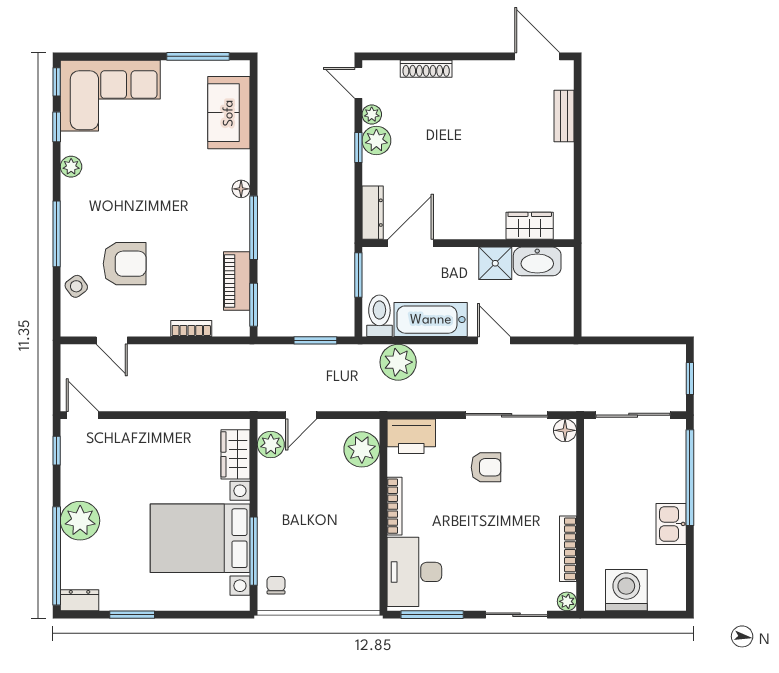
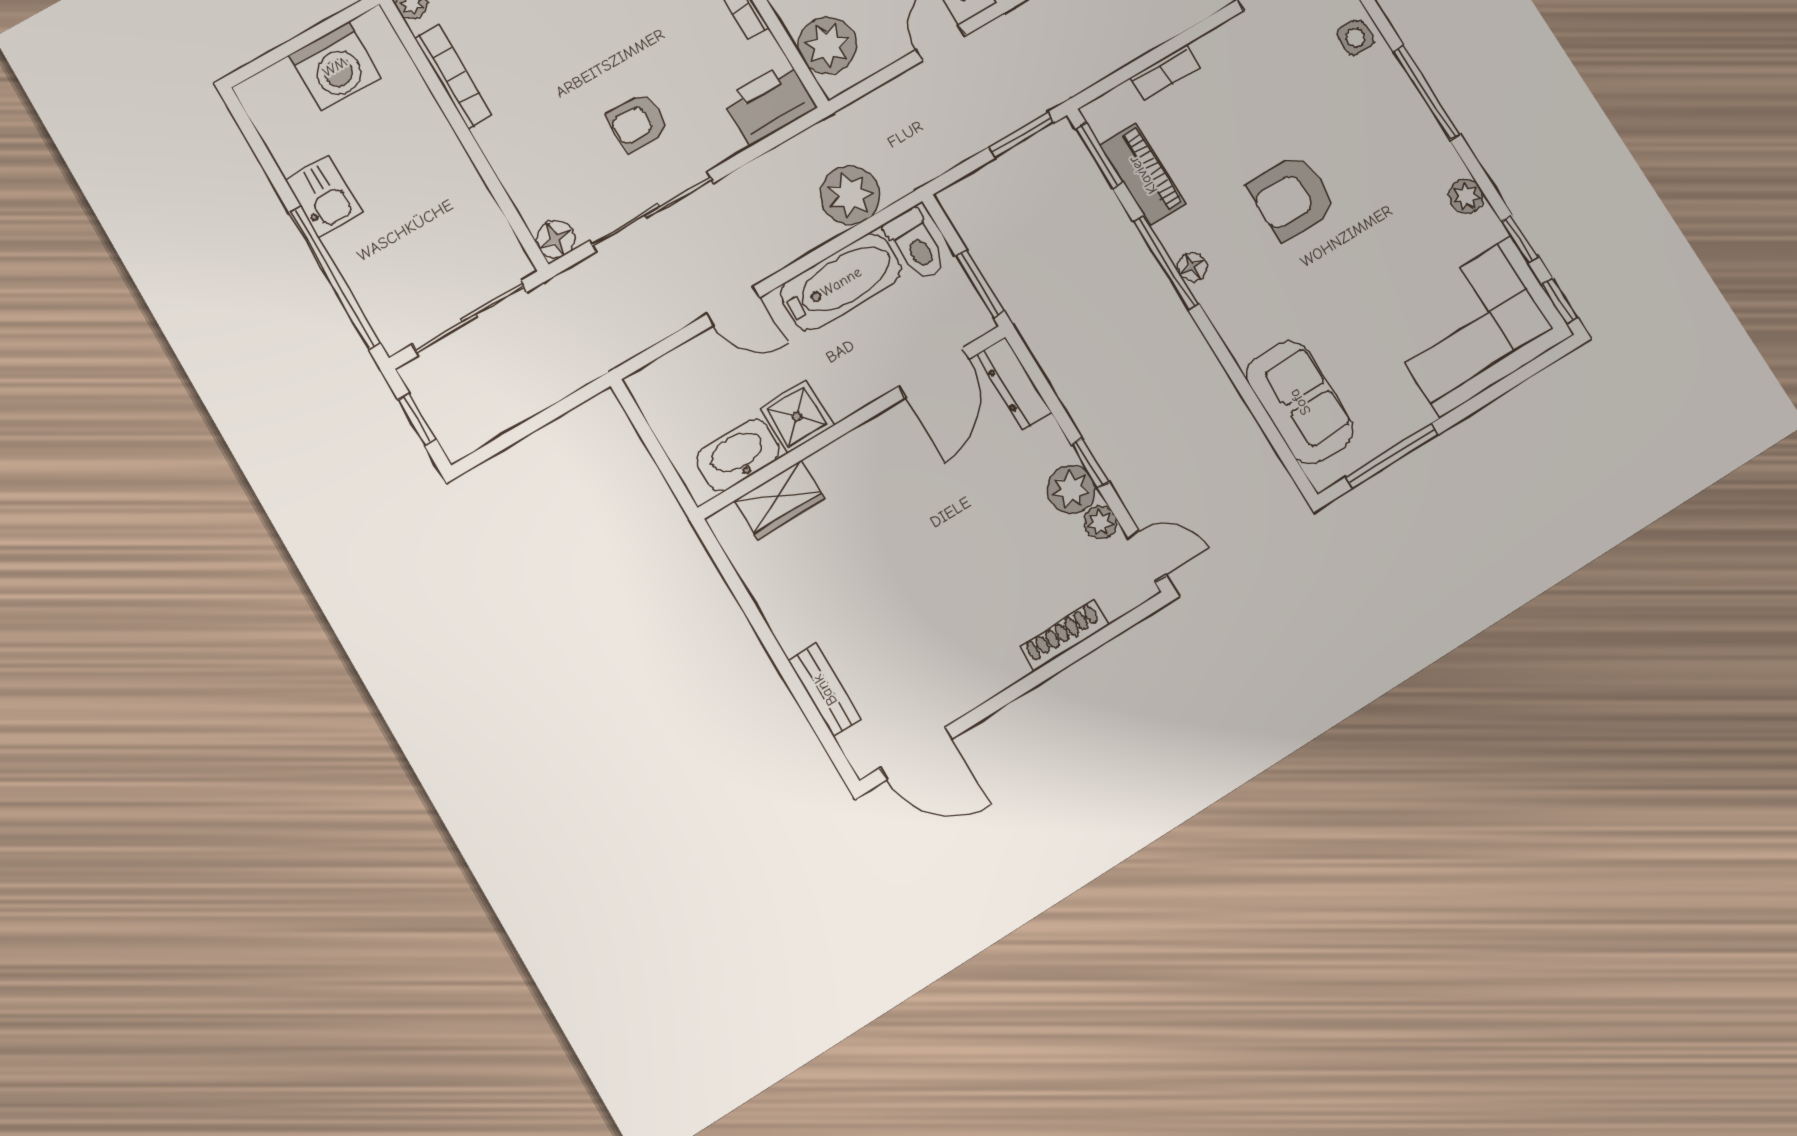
floor lamp: (241, 189) -> (1192, 267), moved
armchair: (125, 264) -> (1292, 197), moved
side table: (76, 286) -> (1355, 37), turned 36
window: (315, 340) -> (1021, 135), moved

